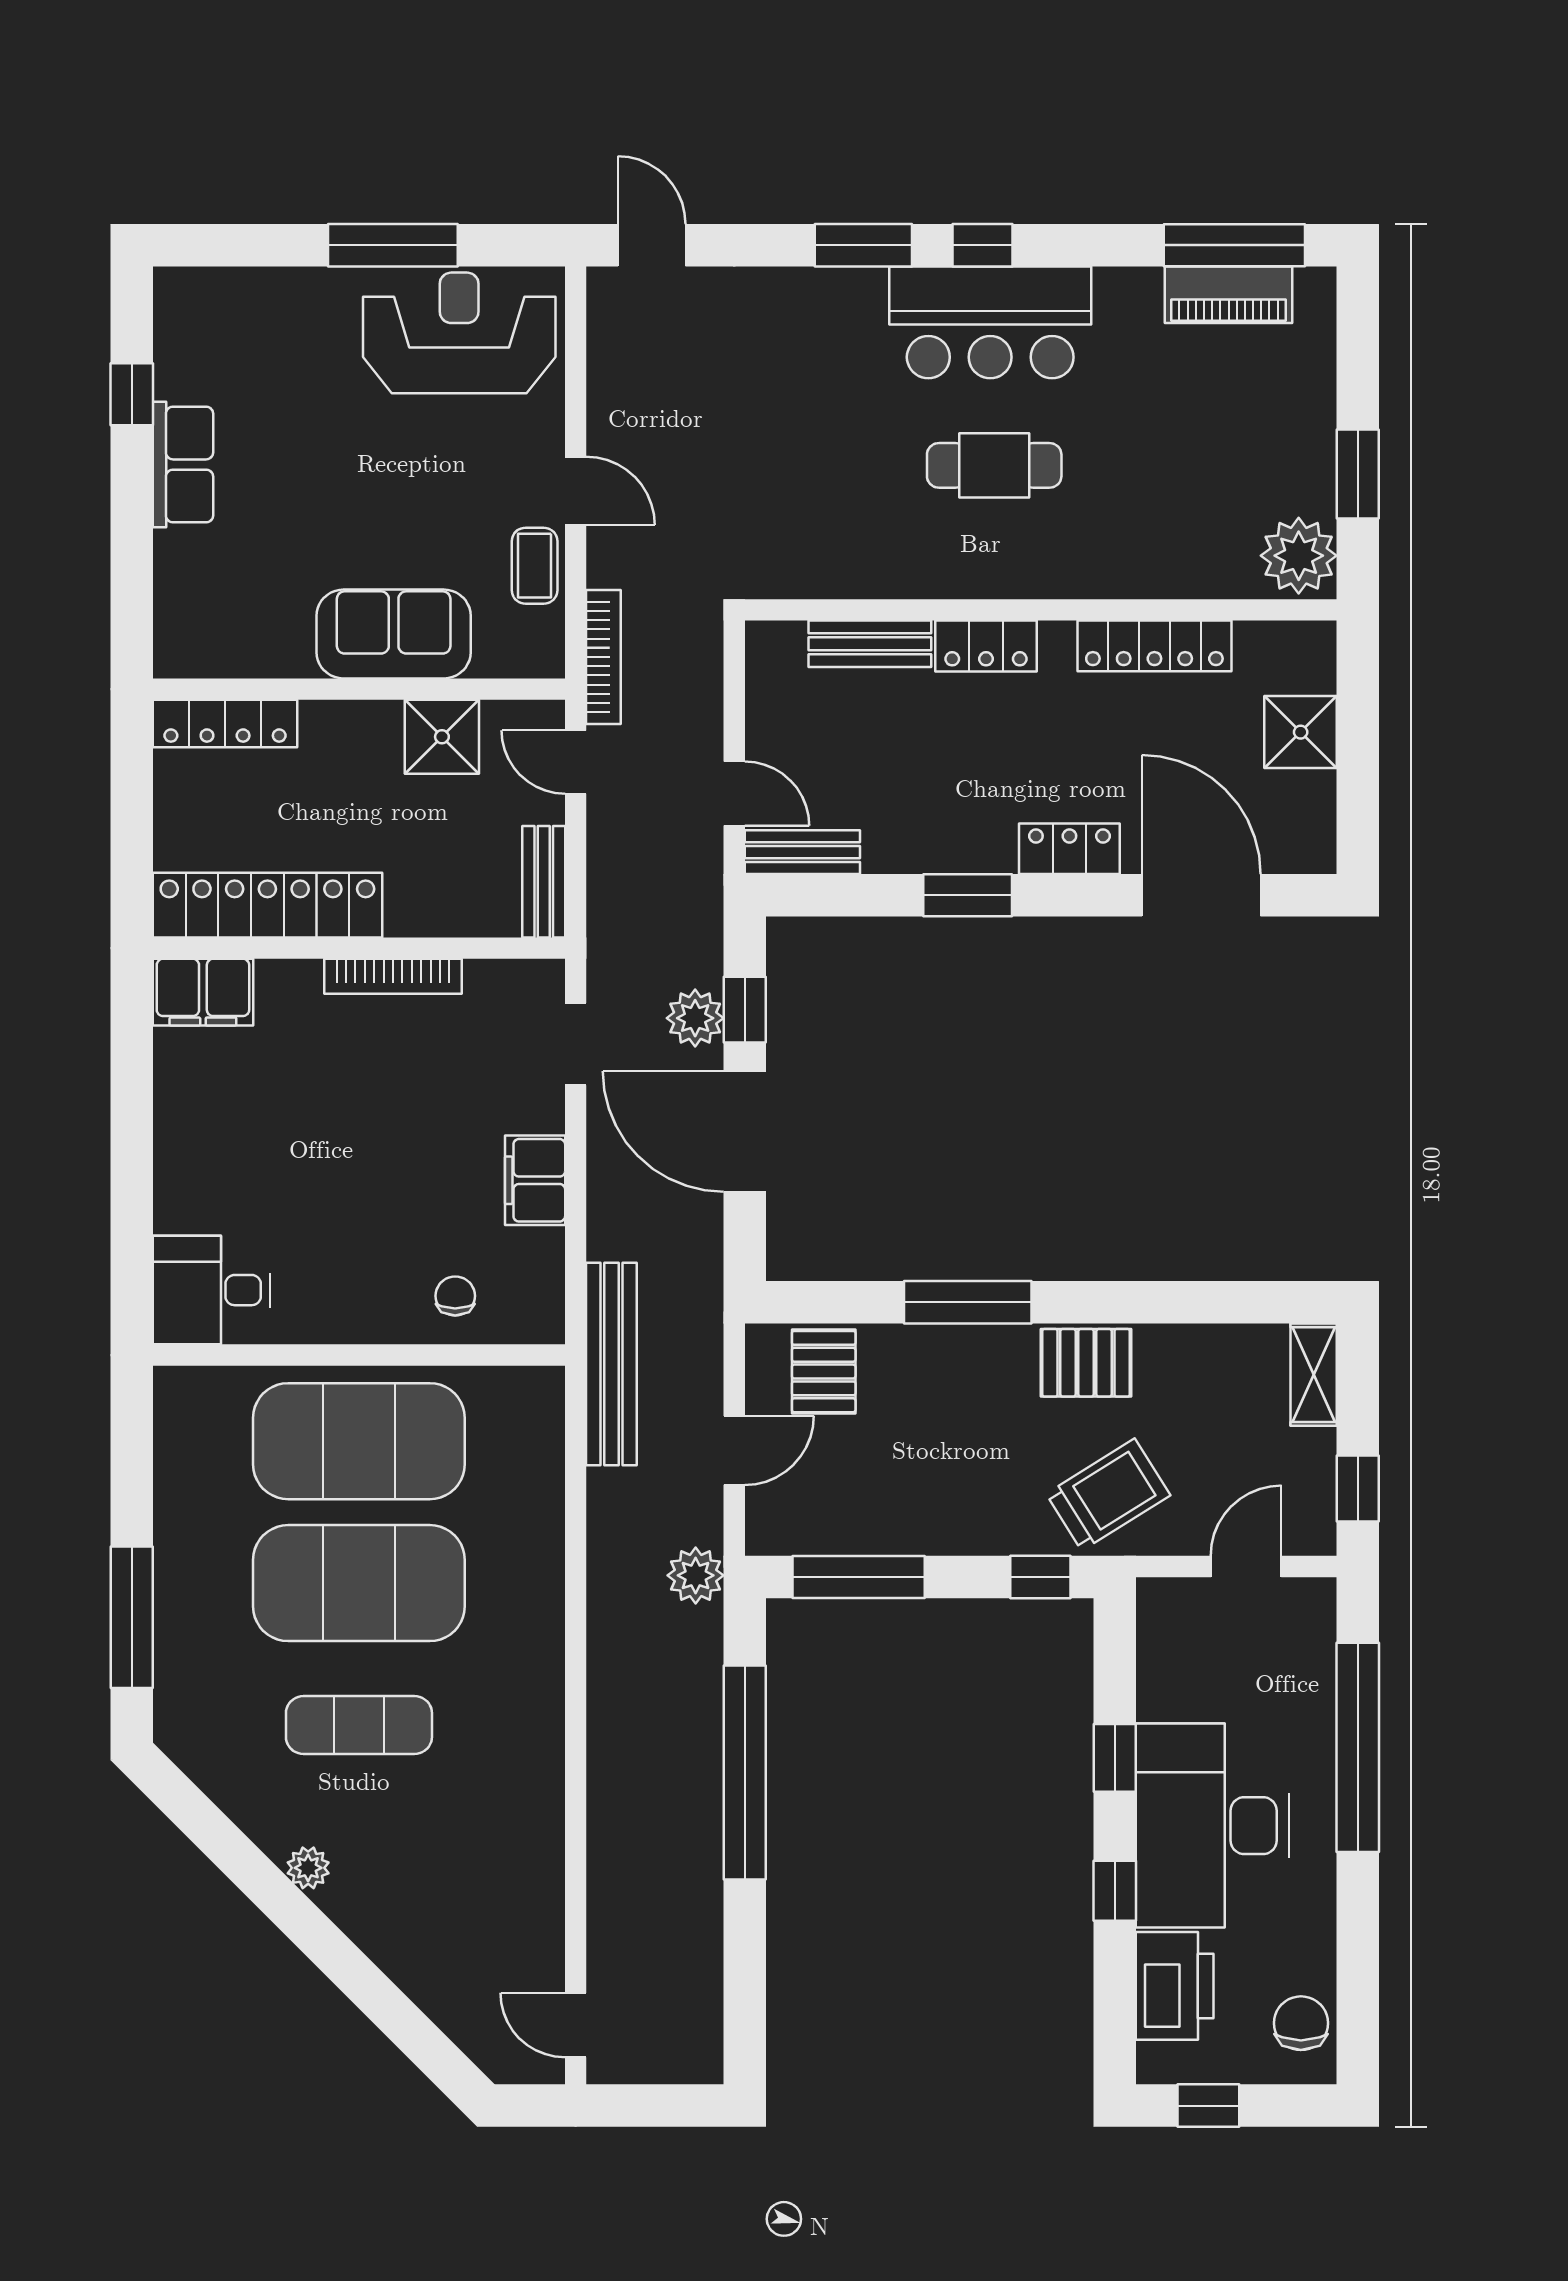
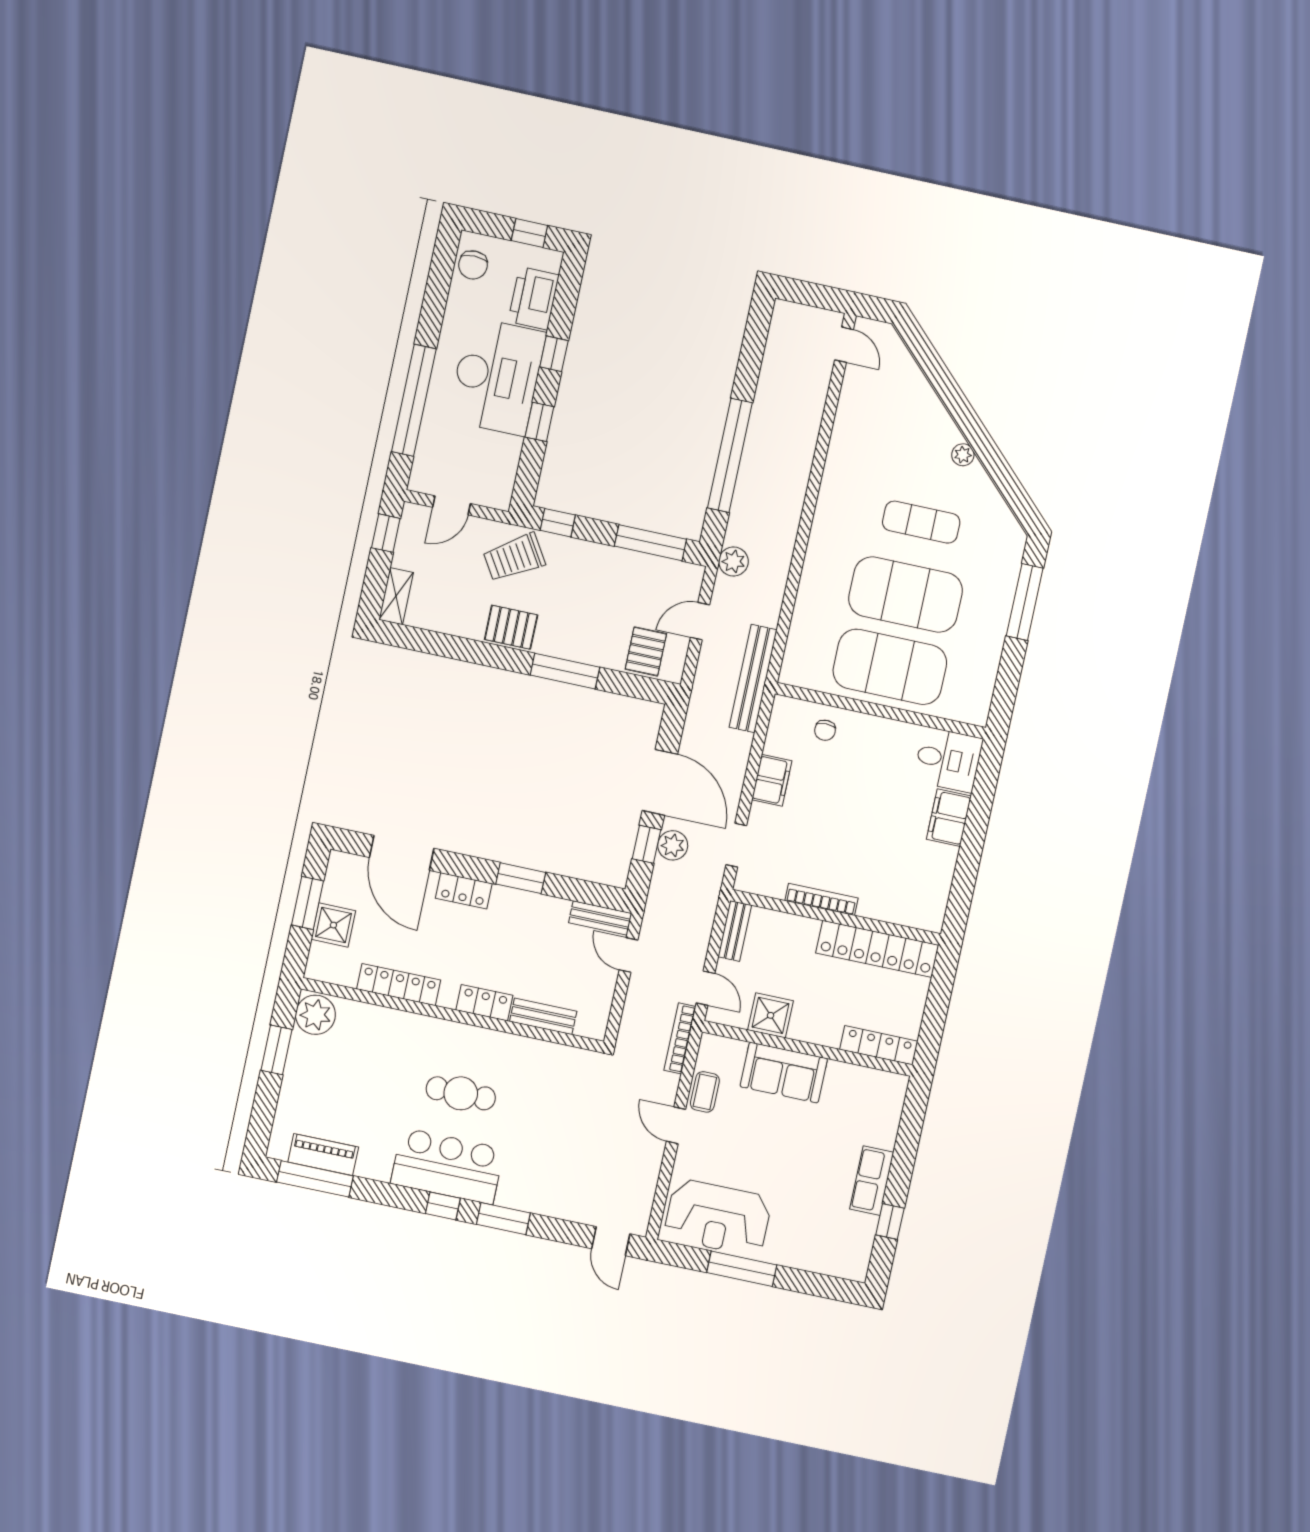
window: (1358, 763) -> (308, 903), added
filing cabinet: (203, 992) -> (949, 818), moved, turned -90

